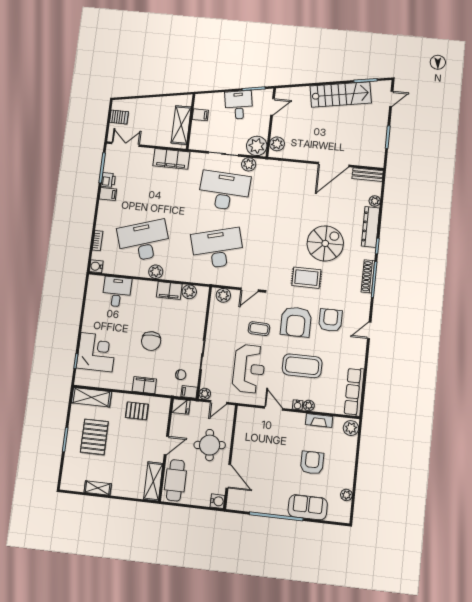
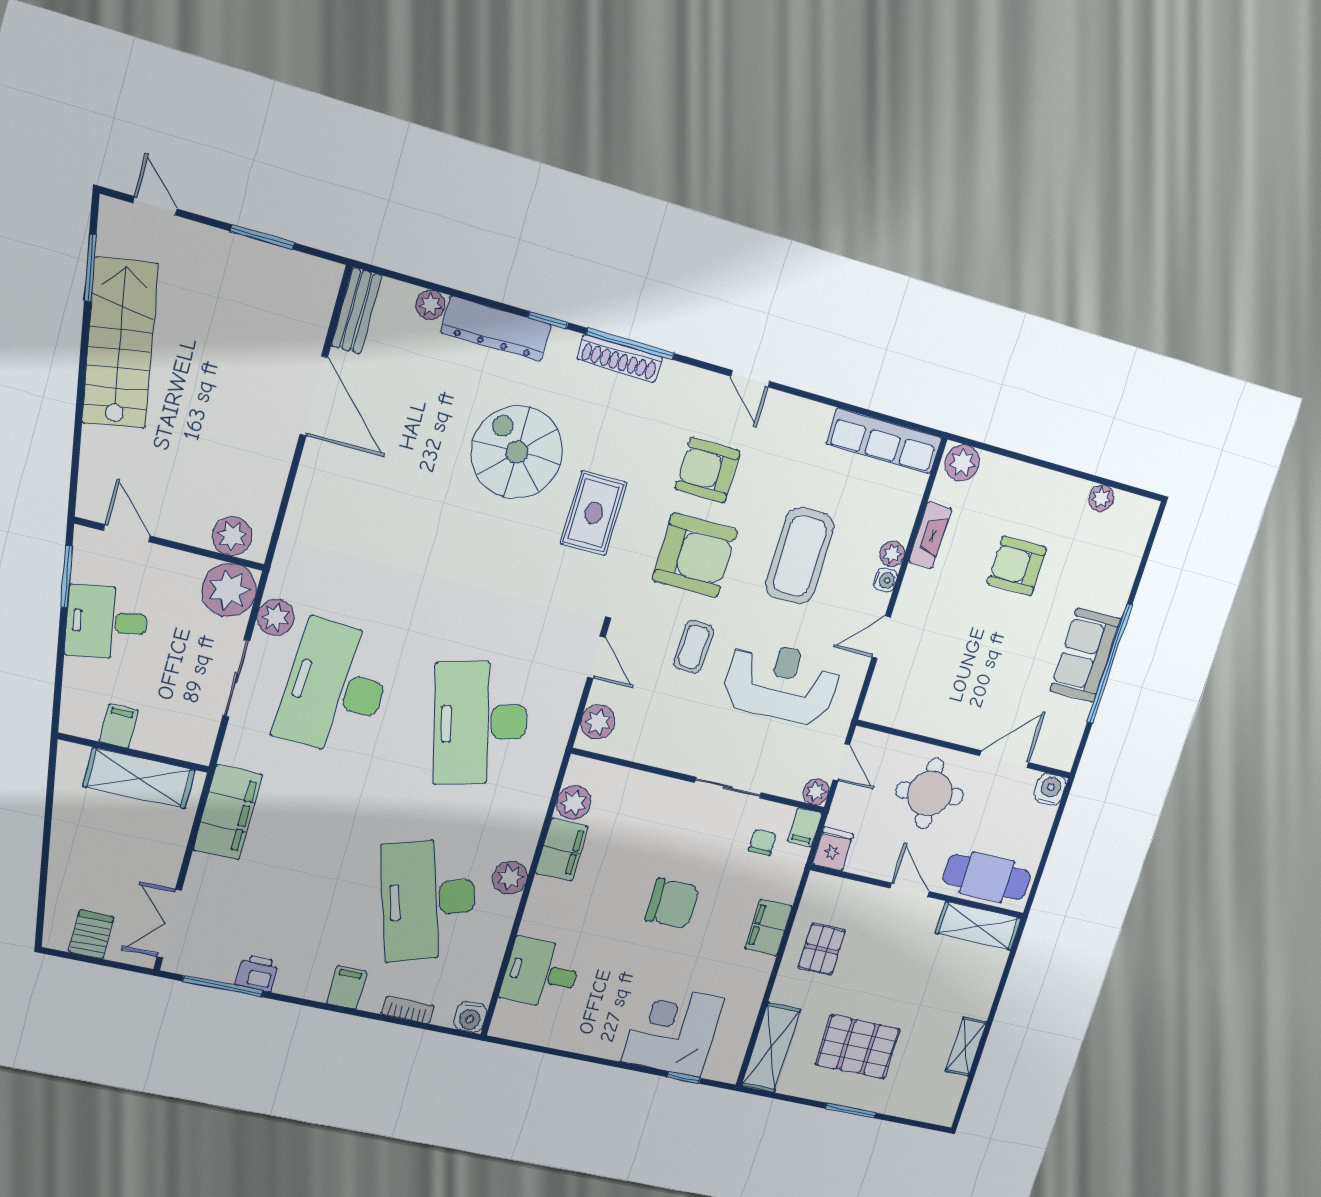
filing cabinet: (108, 194) -> (347, 987), moved
sofa: (308, 507) -> (1085, 655), moved

